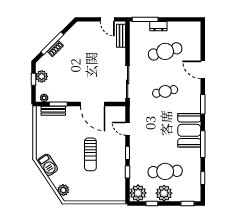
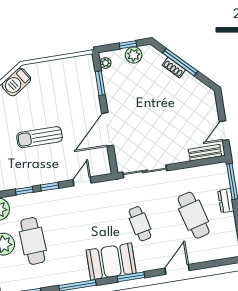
bench: (53, 111) -> (90, 78), removed
booth: (189, 130) -> (111, 261), moved

